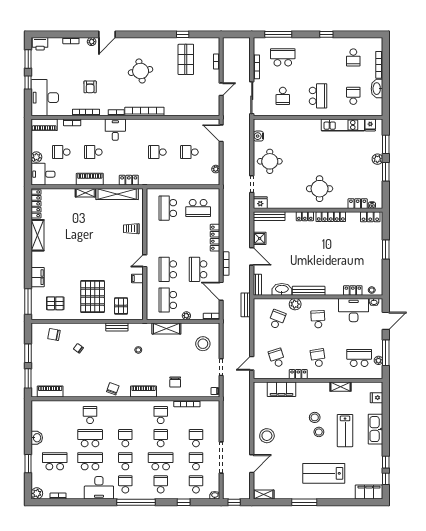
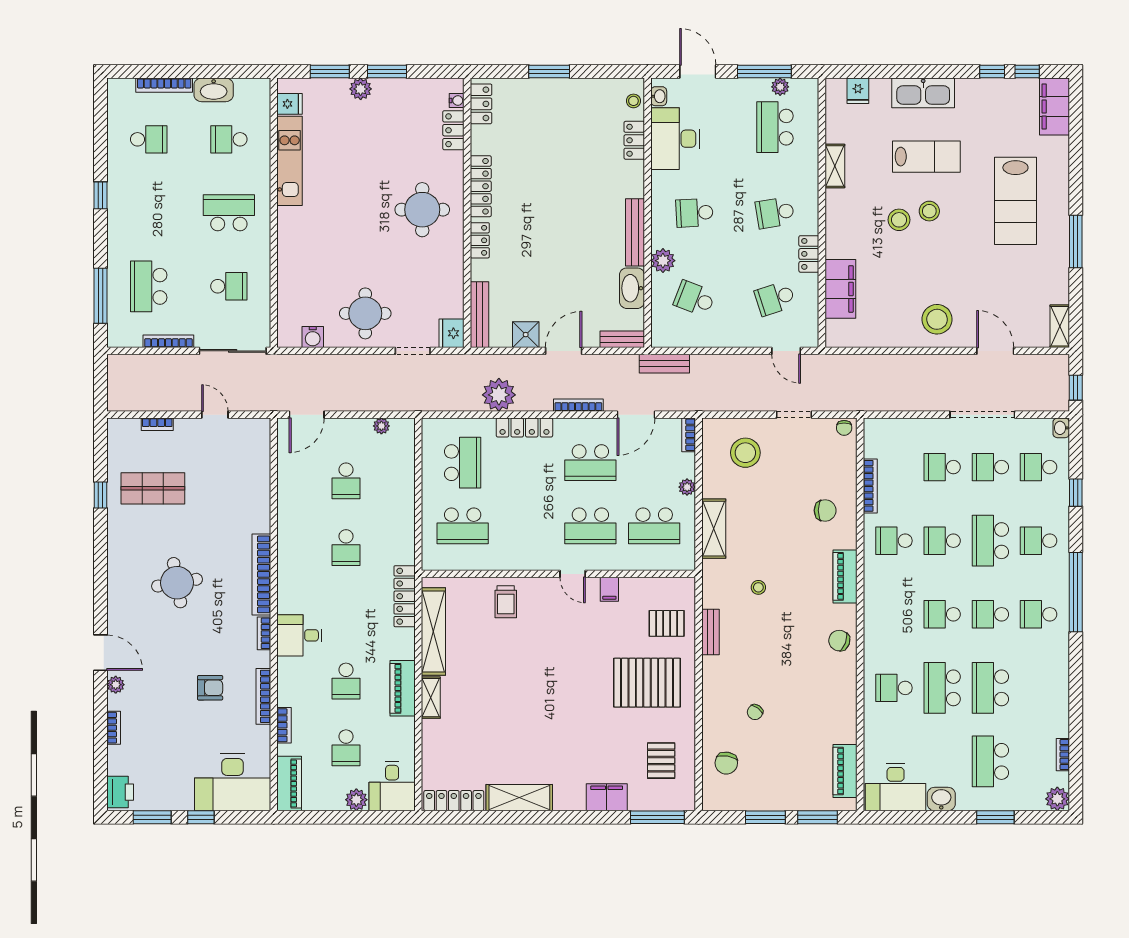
locker: (129, 180) -> (405, 596), width x1.53
plant: (231, 225) -> (499, 395), added
desk: (99, 488) -> (896, 787), moved, turned 90

